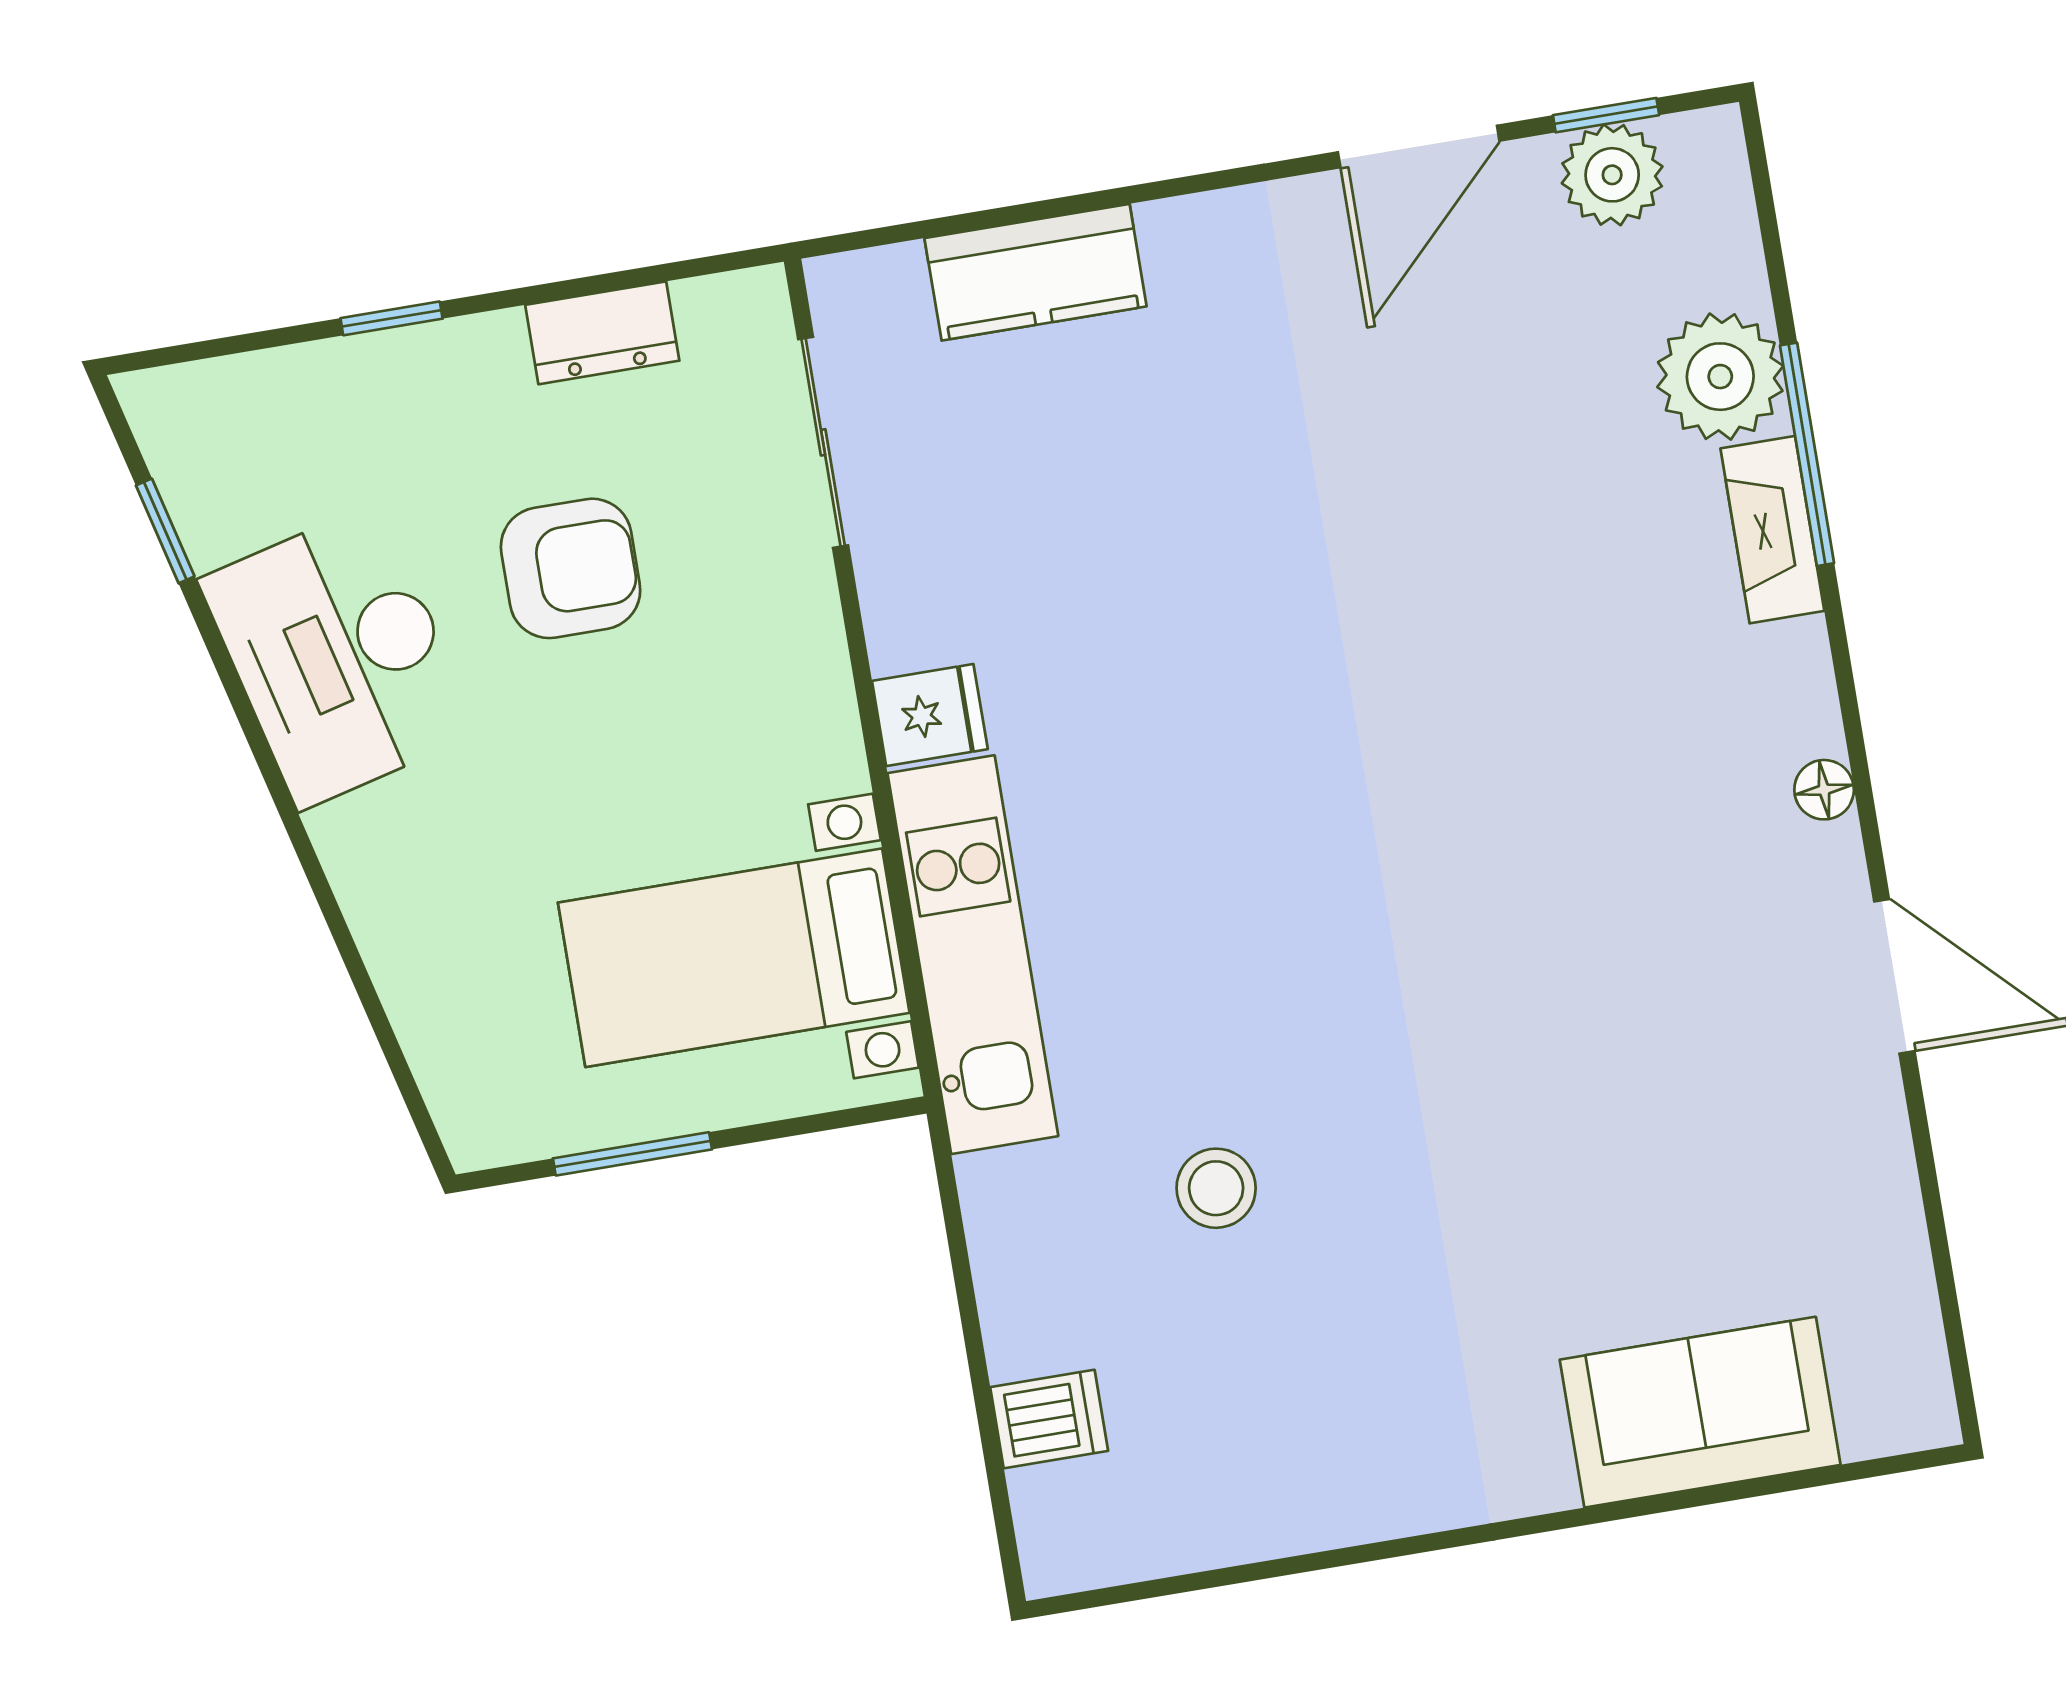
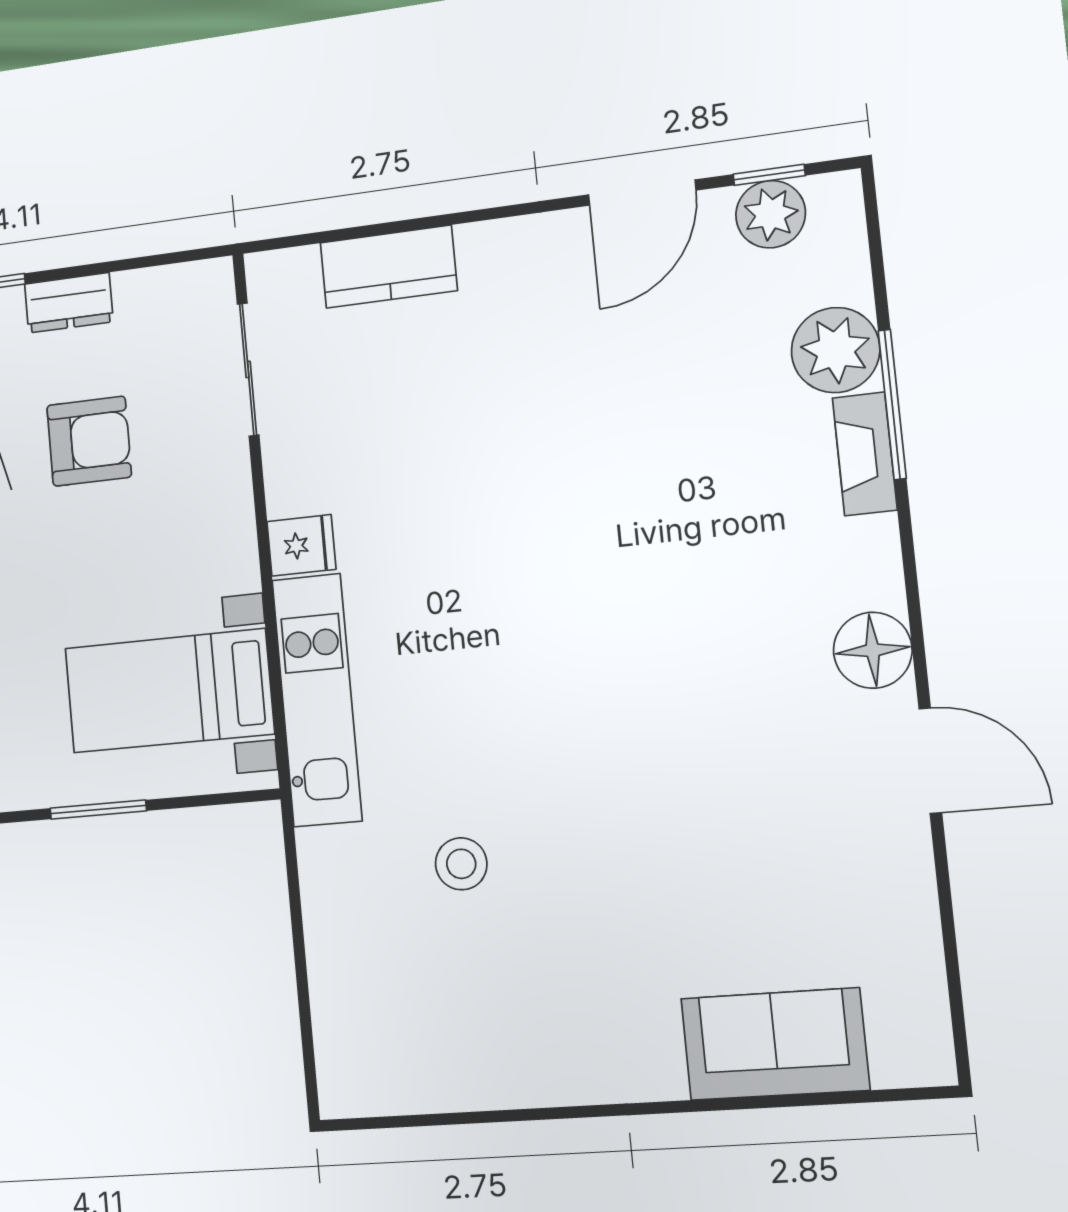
dresser: (602, 333) -> (69, 303), moved
floor lamp: (1824, 790) -> (873, 650), width x1.89, depth x1.89
dishwasher: (1049, 1419) -> (343, 1004), removed

